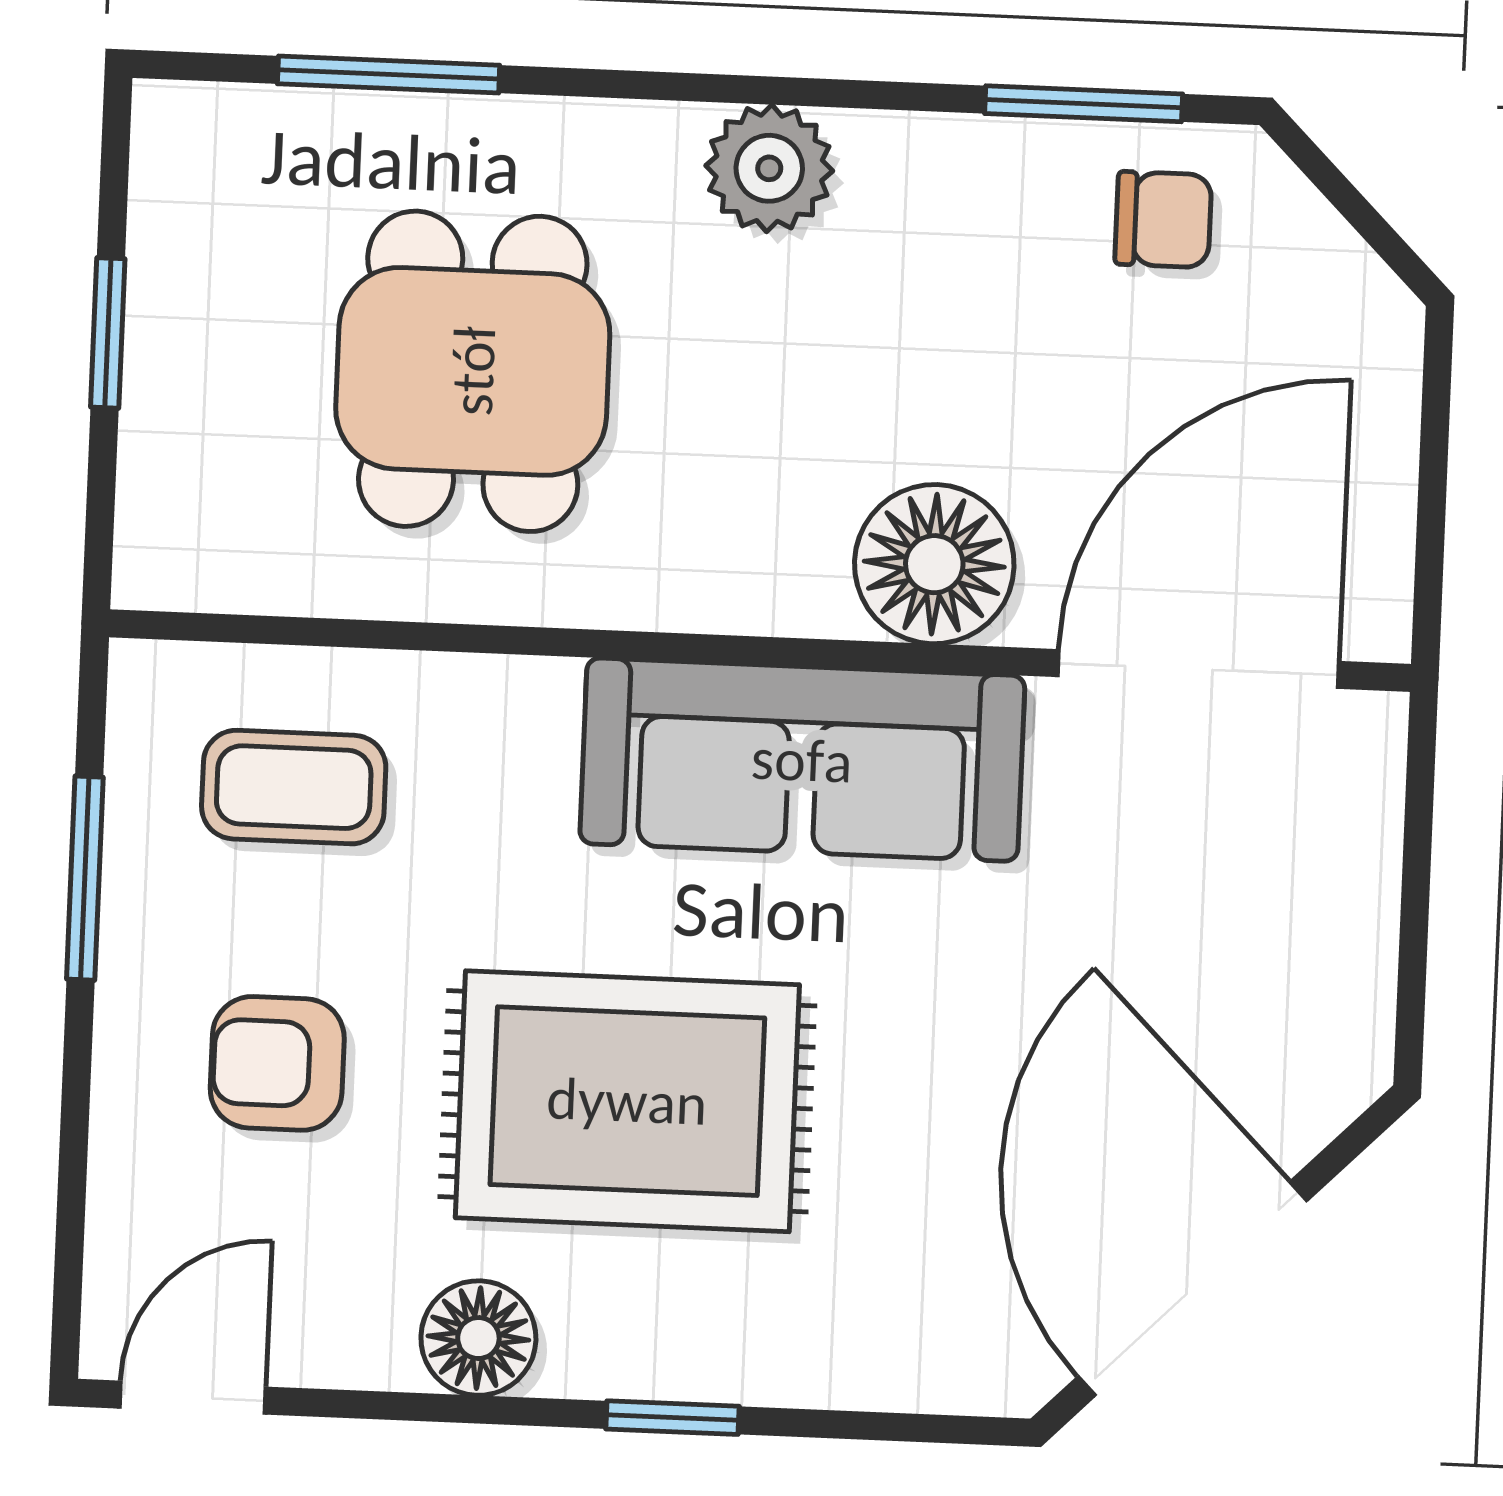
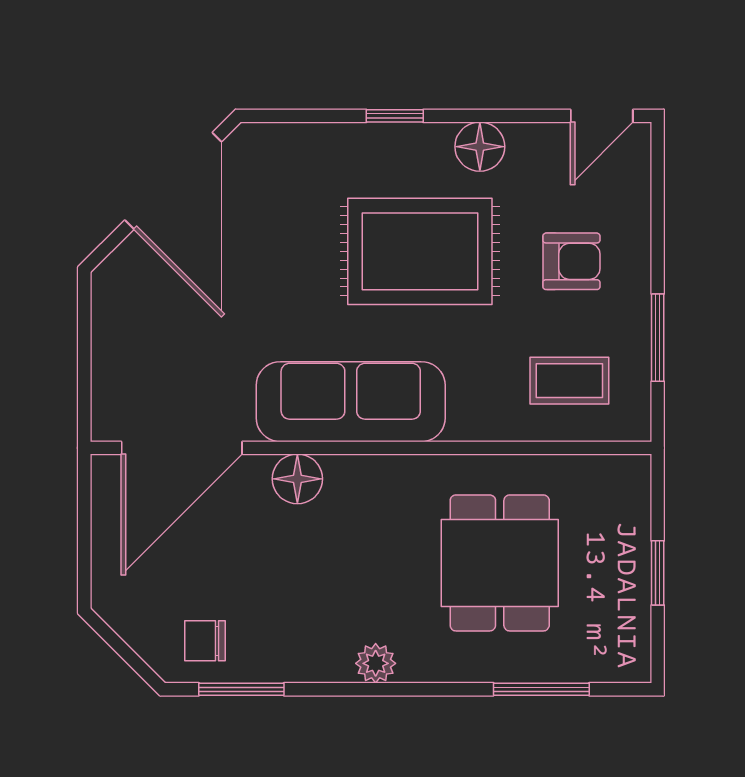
plant: (769, 168) -> (376, 663), width x0.73, depth x0.73
floor lamp: (934, 564) -> (297, 479), width x0.73, depth x0.73

